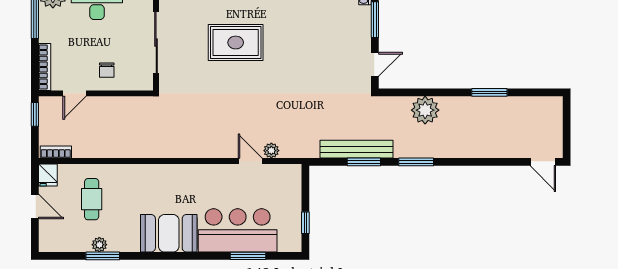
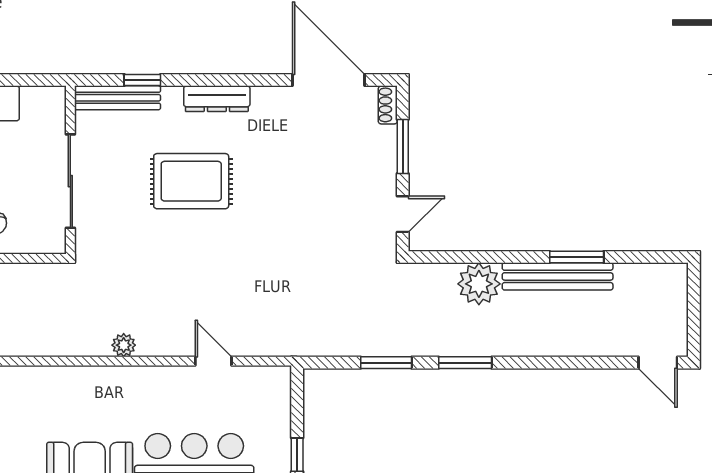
bench: (356, 149) -> (558, 276), moved
plant: (271, 151) -> (124, 345), moved

